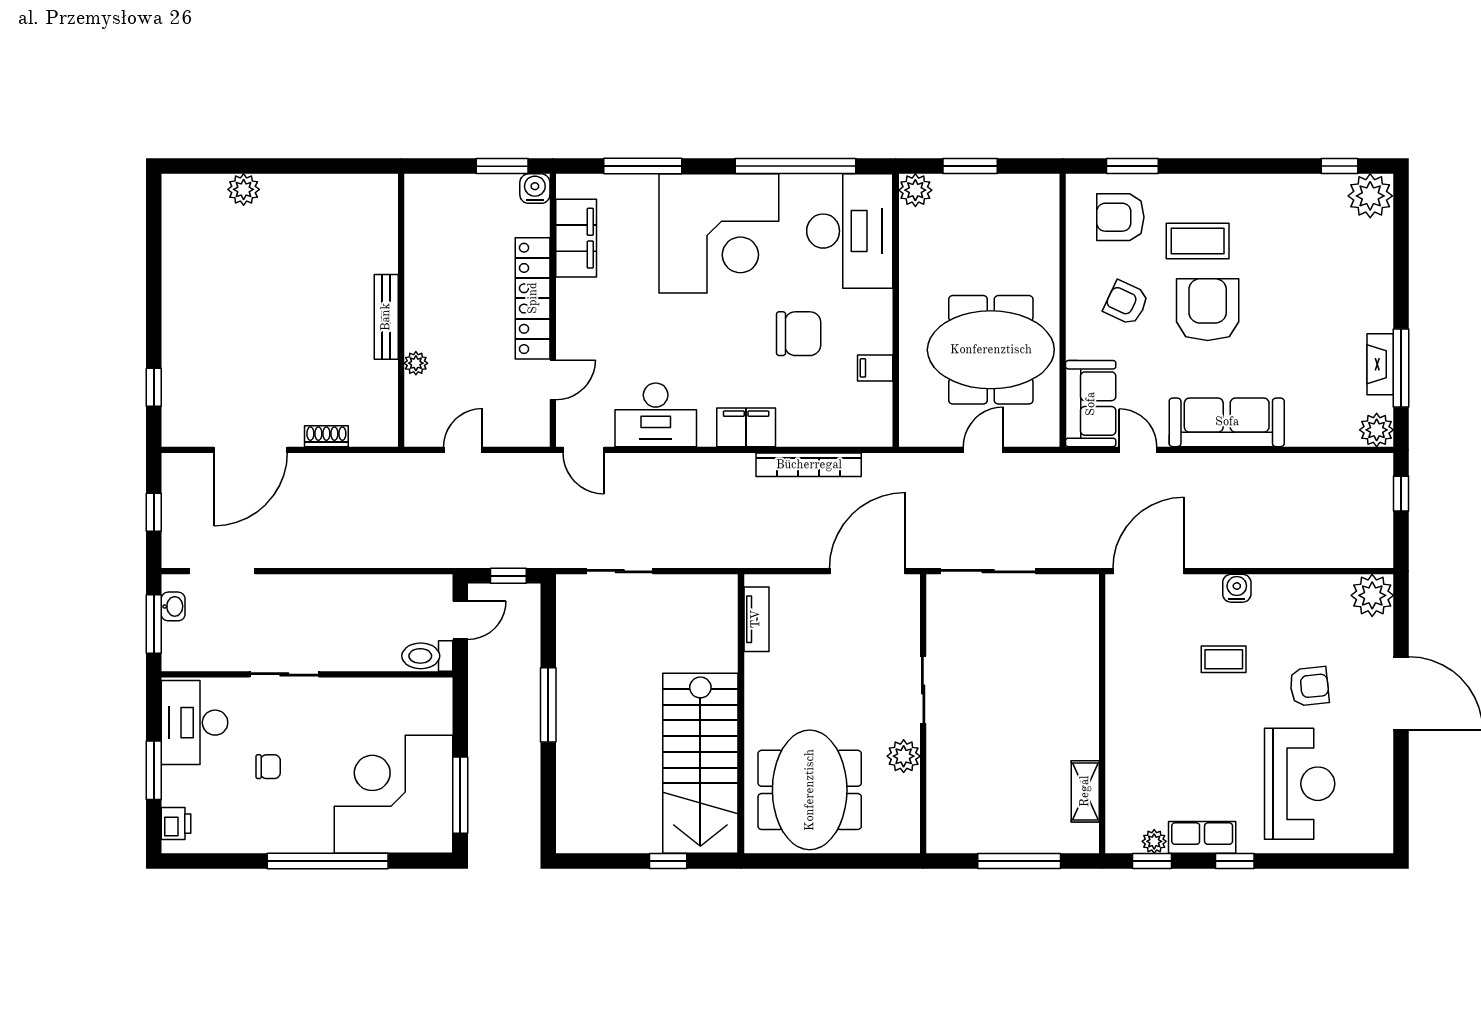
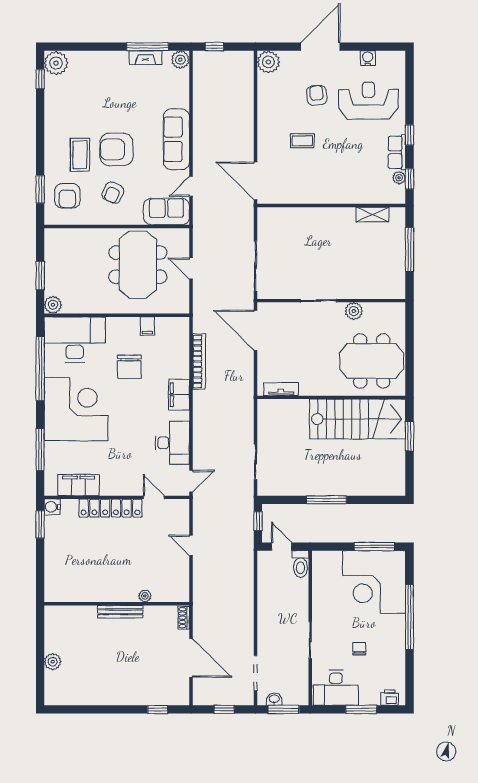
wall: (401, 310) -> (117, 604), moved
bench: (386, 317) -> (120, 612), moved
chair: (799, 334) -> (129, 367), turned 180
plant: (416, 363) -> (145, 596), moved
water cooler: (1237, 588) -> (368, 58), moved, turned 90
coffee table: (1224, 659) -> (302, 141), turned 90
window: (668, 861) -> (409, 436), width x1.50

